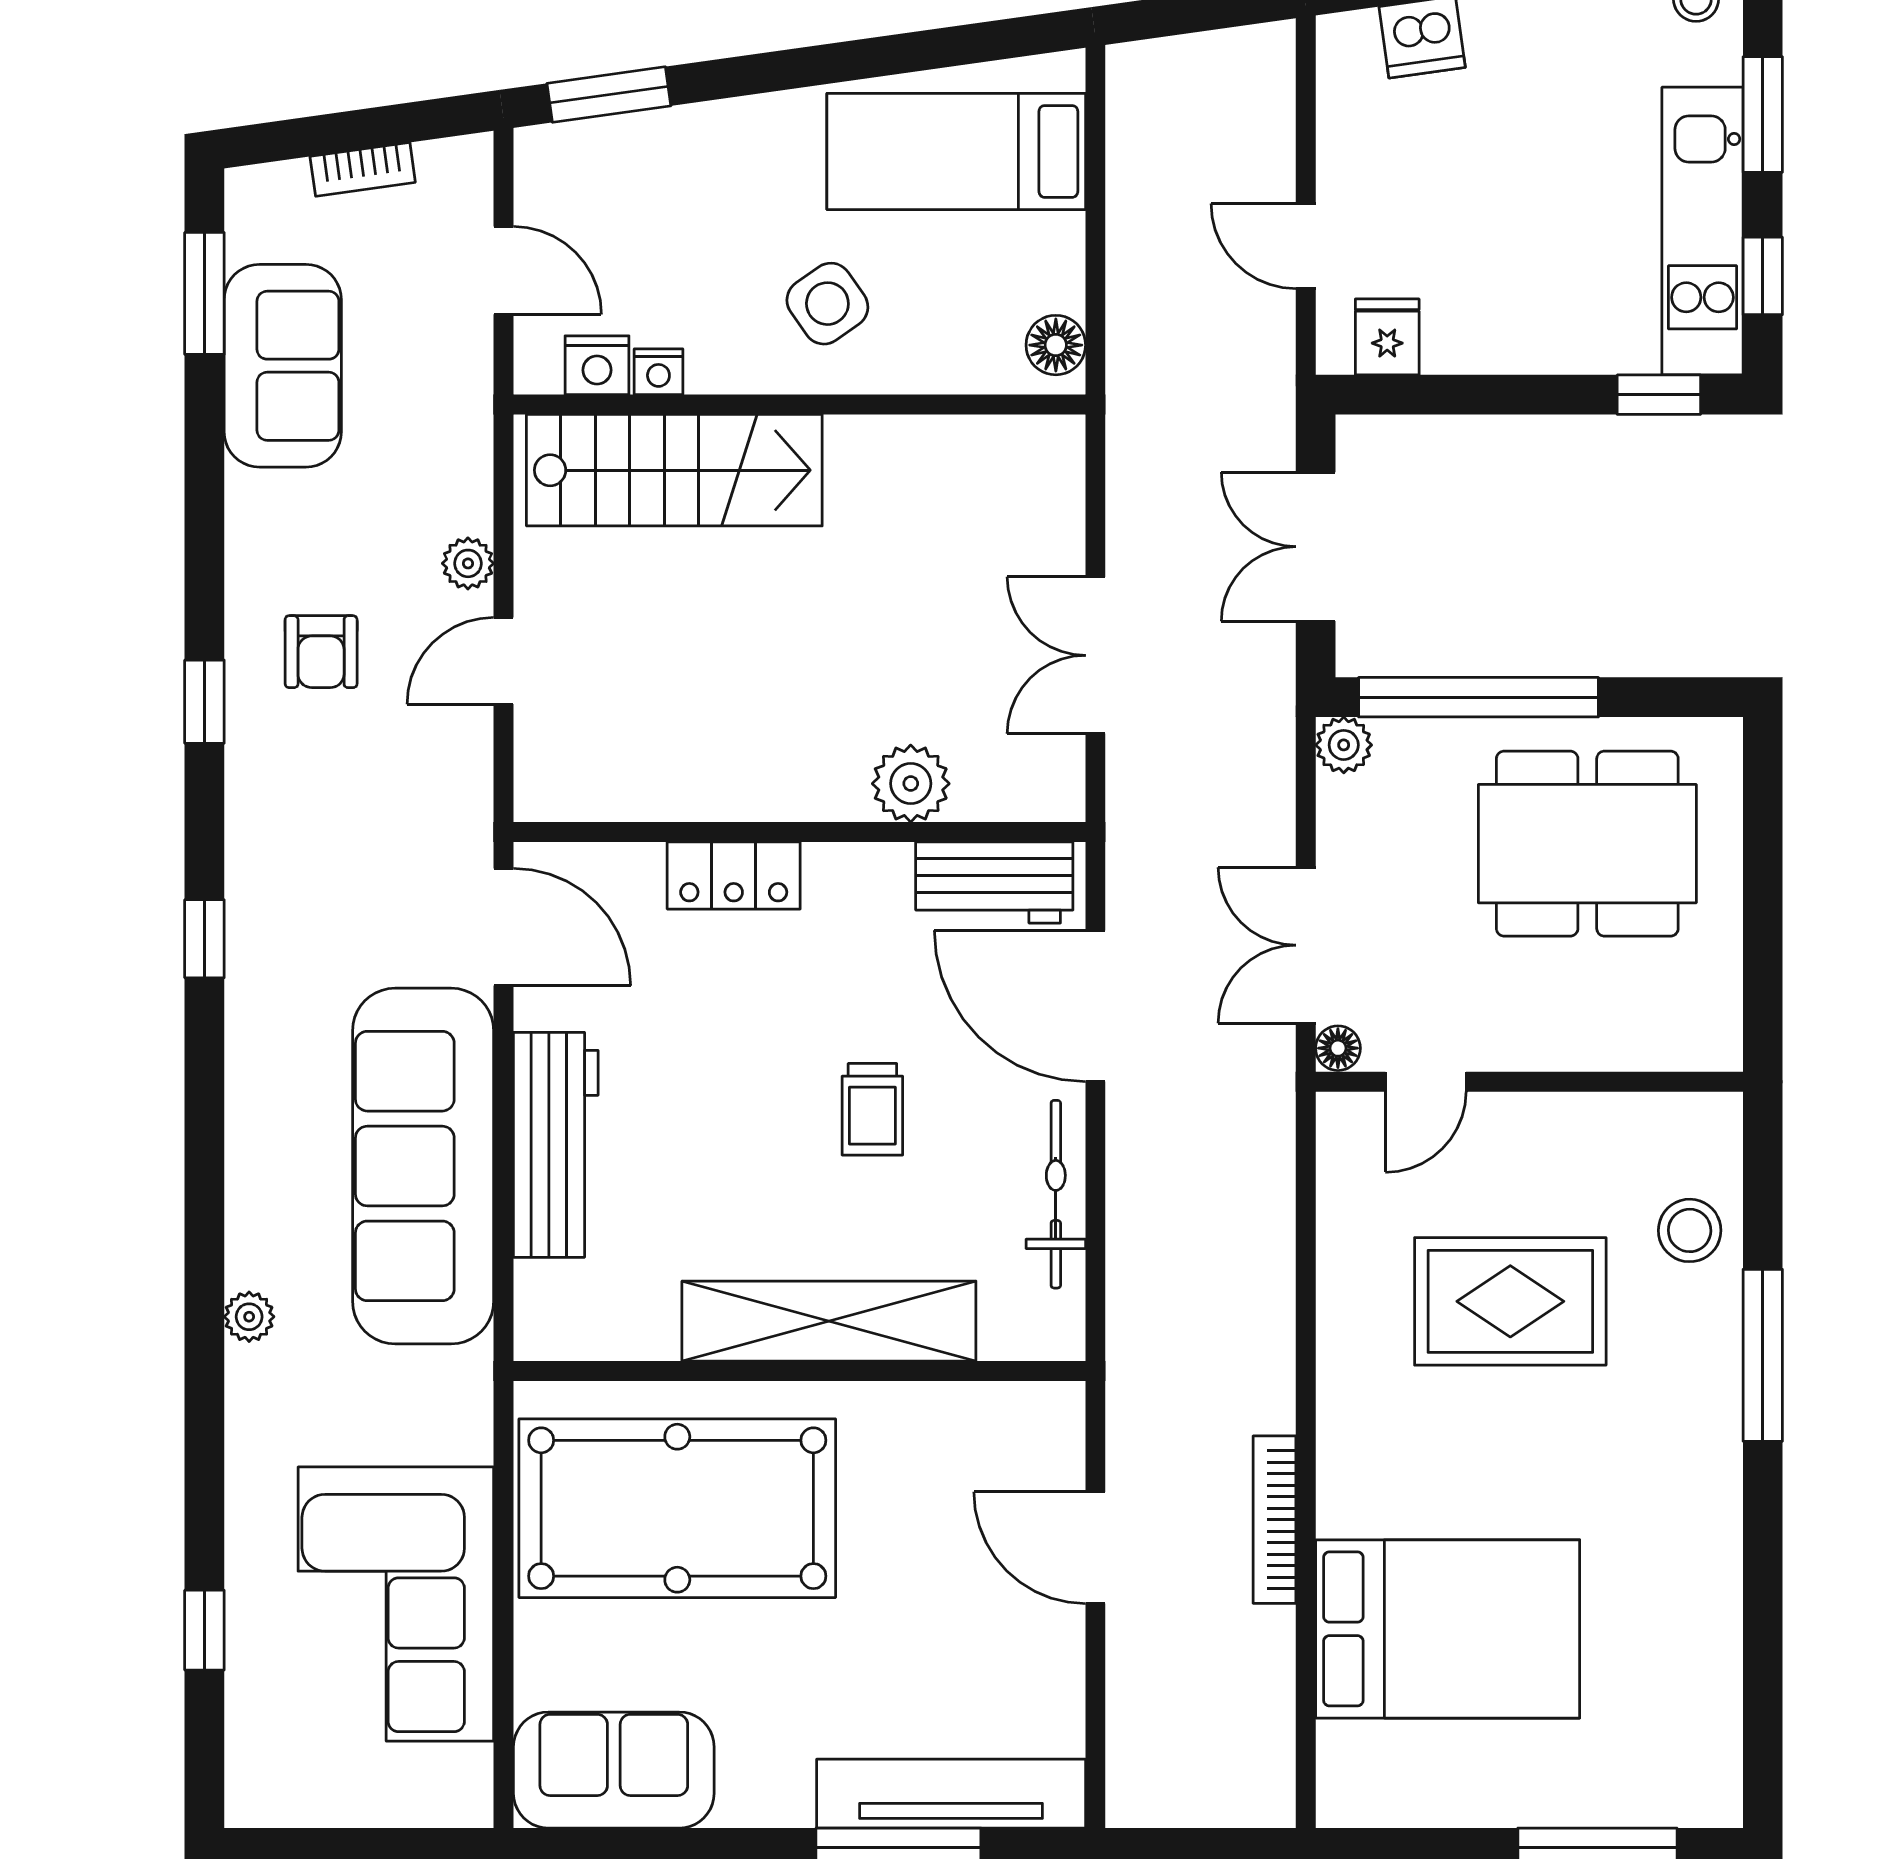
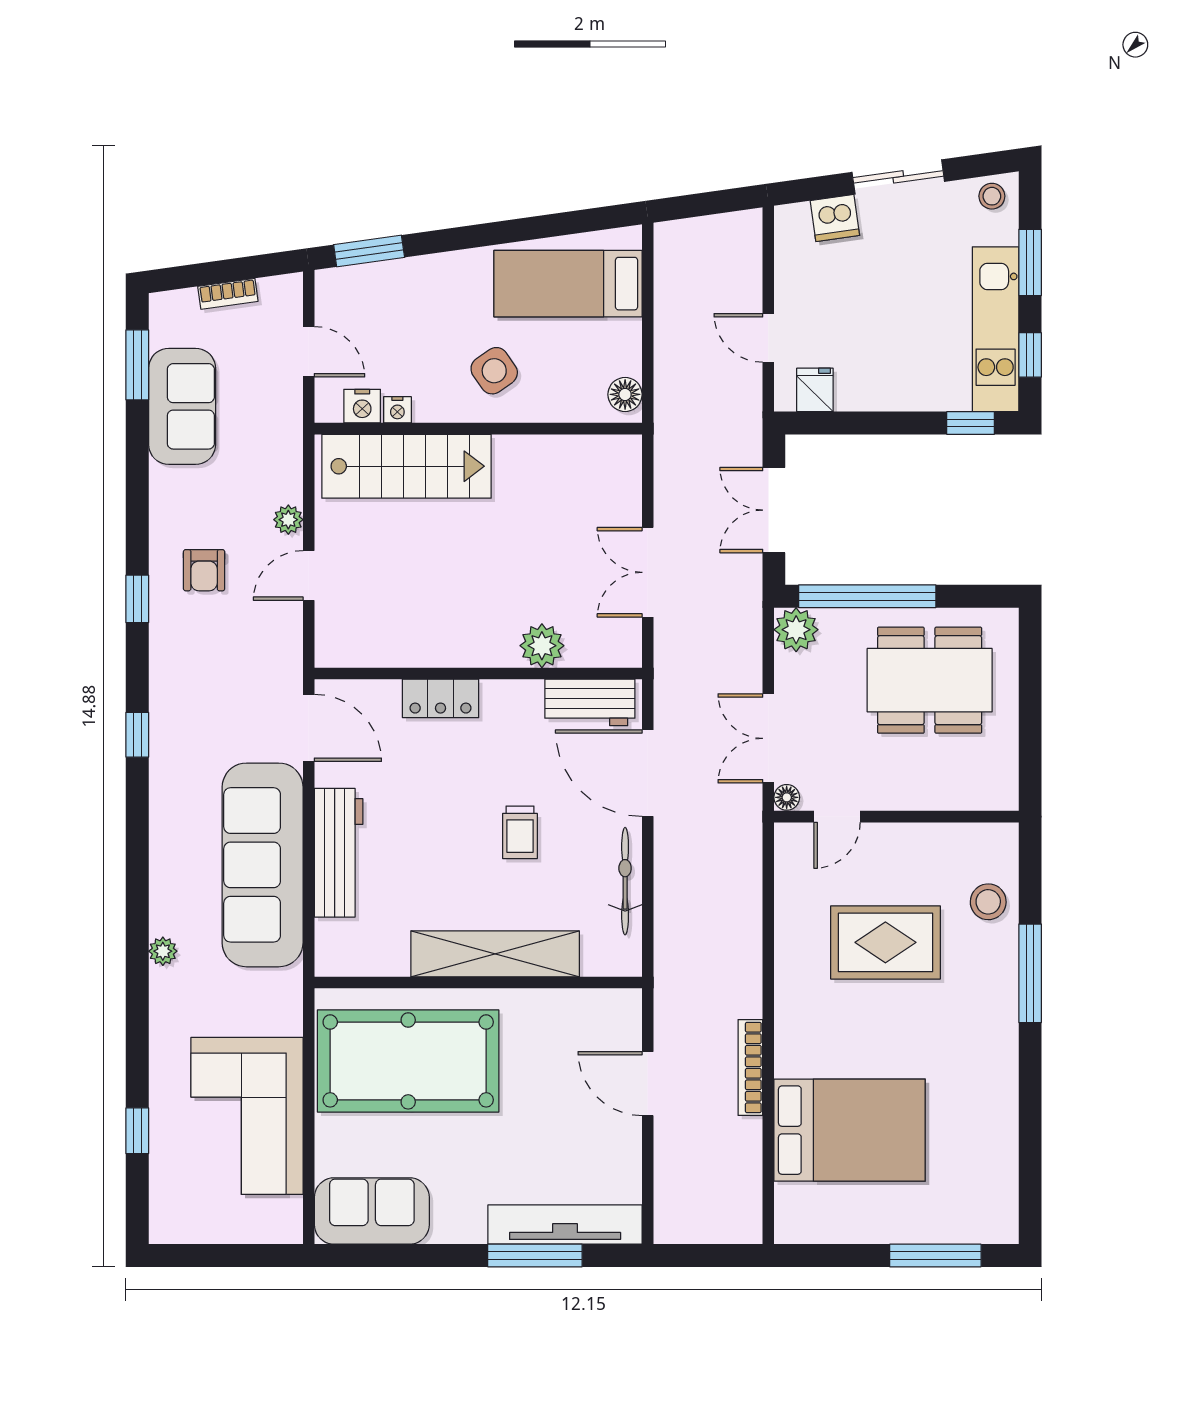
plant: (1344, 745) -> (796, 630), width x1.38, depth x1.38

